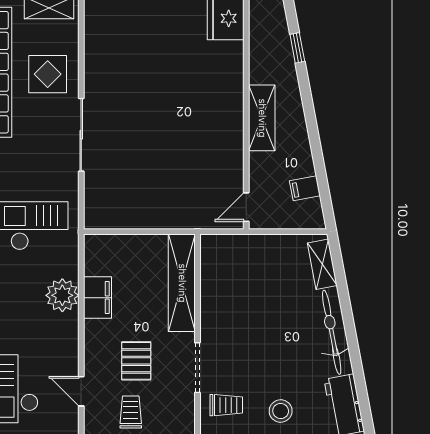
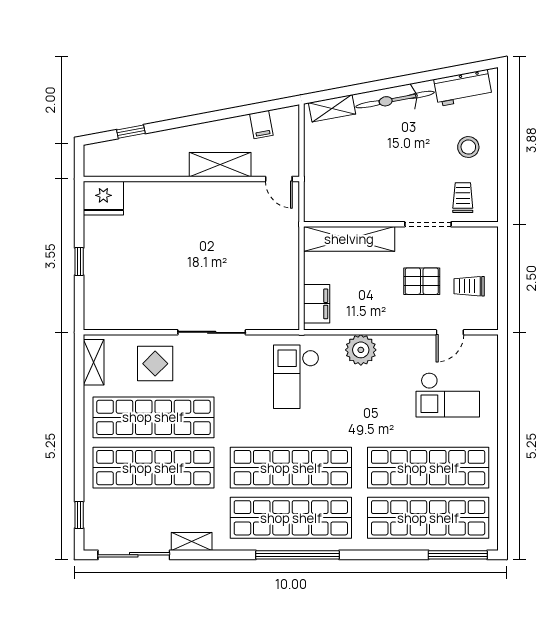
shelving: (262, 118) -> (220, 165), moved
filing cabinet: (97, 298) -> (317, 304), moved, turned 90

